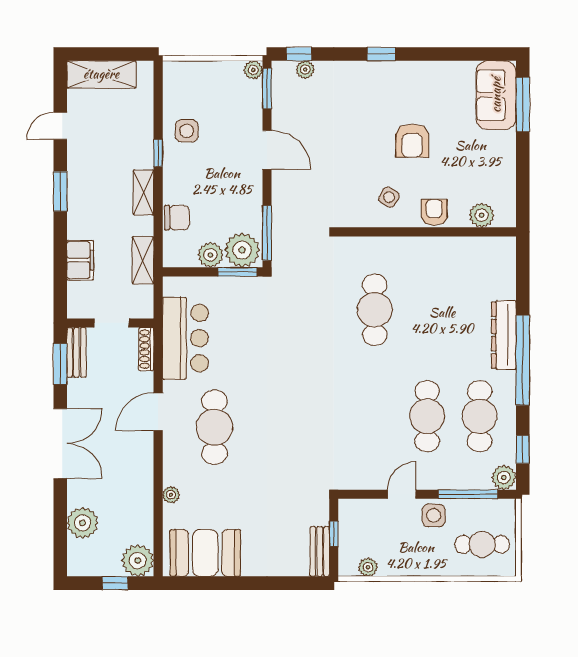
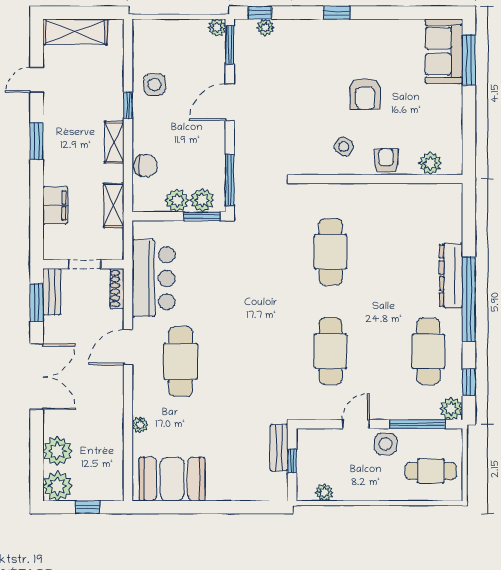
door: (267, 150) -> (230, 102), swing flipped
plant: (242, 250) -> (202, 200), width x0.73, depth x0.73
cafe table: (427, 416) -> (330, 351), moved
bench: (320, 551) -> (279, 448), moved
plant: (138, 561) -> (58, 486), moved

